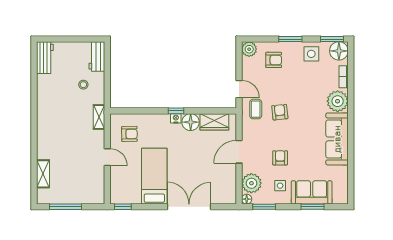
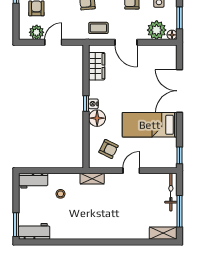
window: (52, 39) -> (16, 225), added
plant: (249, 49) -> (37, 32), moved
door: (239, 89) -> (53, 42), moved
coffee table: (256, 109) -> (98, 28), moved
floor lamp: (191, 122) -> (97, 118), moved
armchair: (129, 134) -> (109, 149), turned 117
shelving: (43, 174) -> (163, 233), moved
bicycle: (85, 198) -> (171, 192), added

